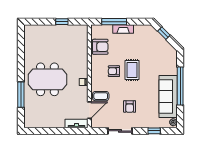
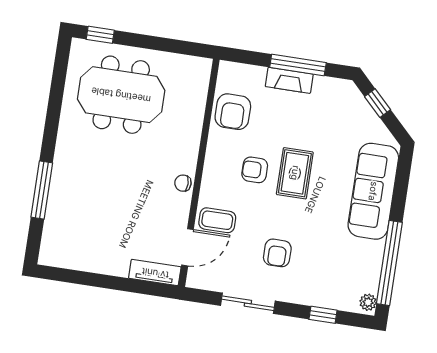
window: (62, 22) -> (100, 35), moved
window: (114, 22) -> (298, 65), moved
armchair: (100, 47) -> (233, 112), turned 90
meeting table: (47, 79) -> (121, 95), moved
window: (180, 86) -> (389, 263), moved
sofa: (168, 96) -> (373, 191), moved

